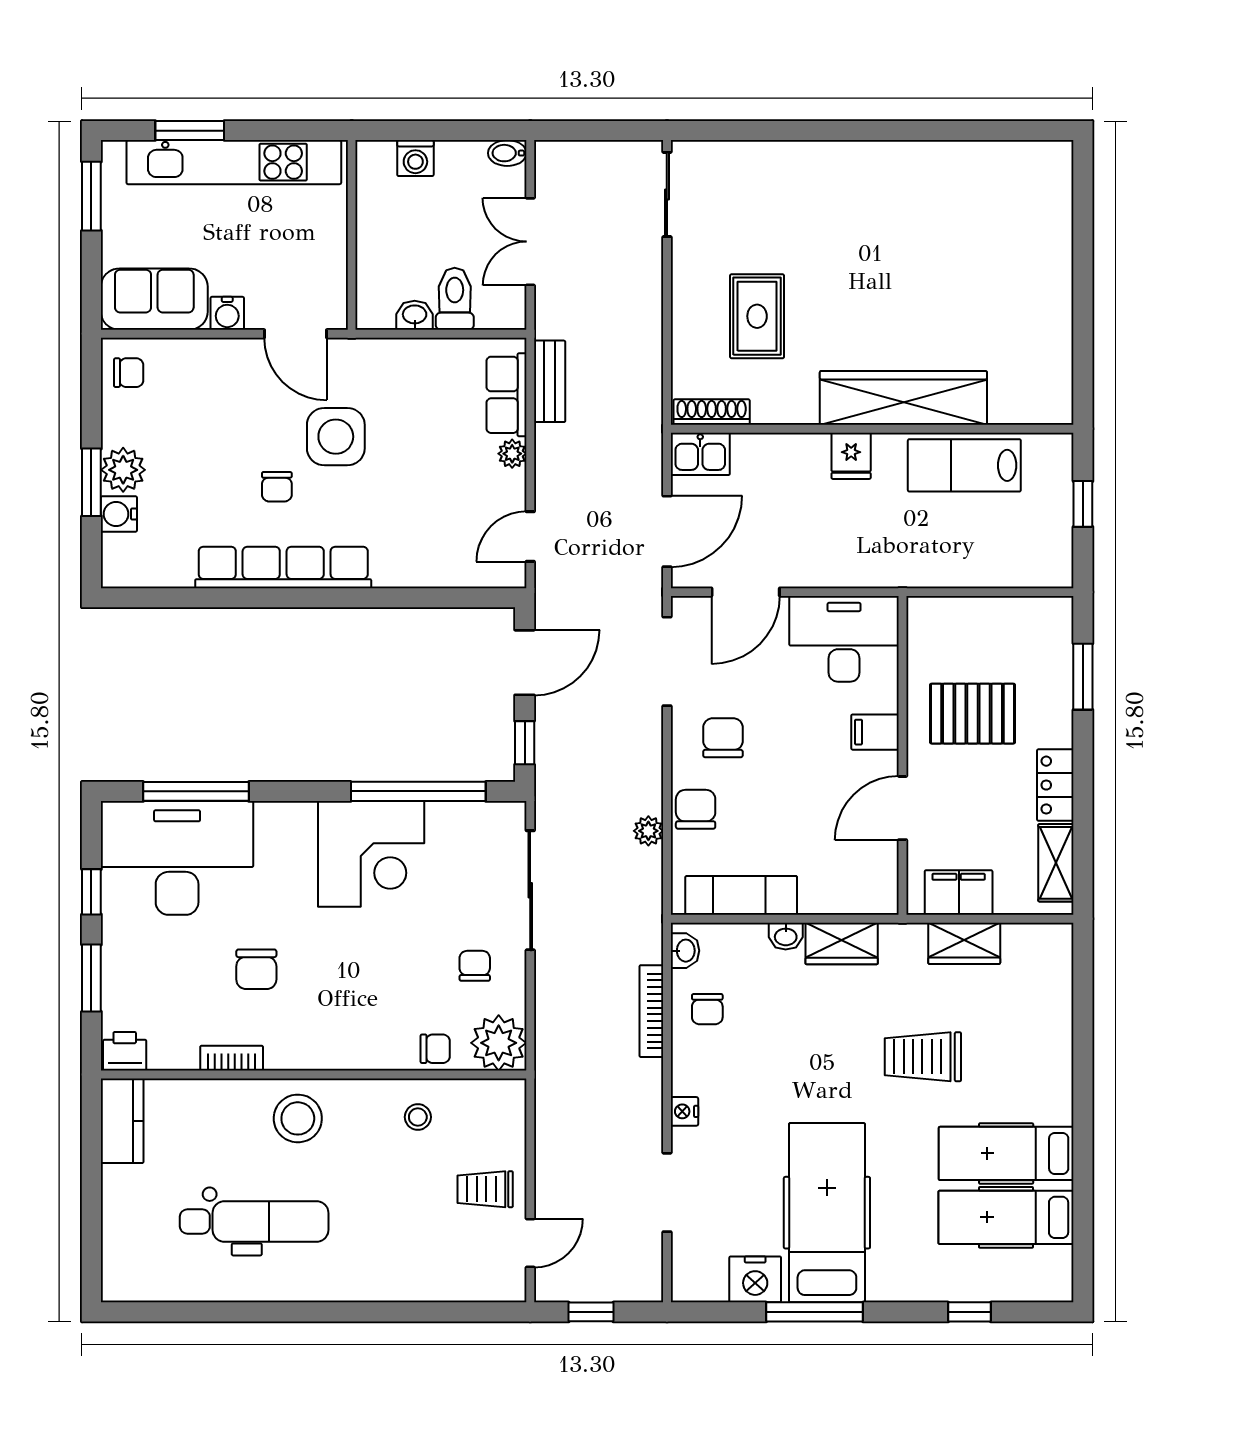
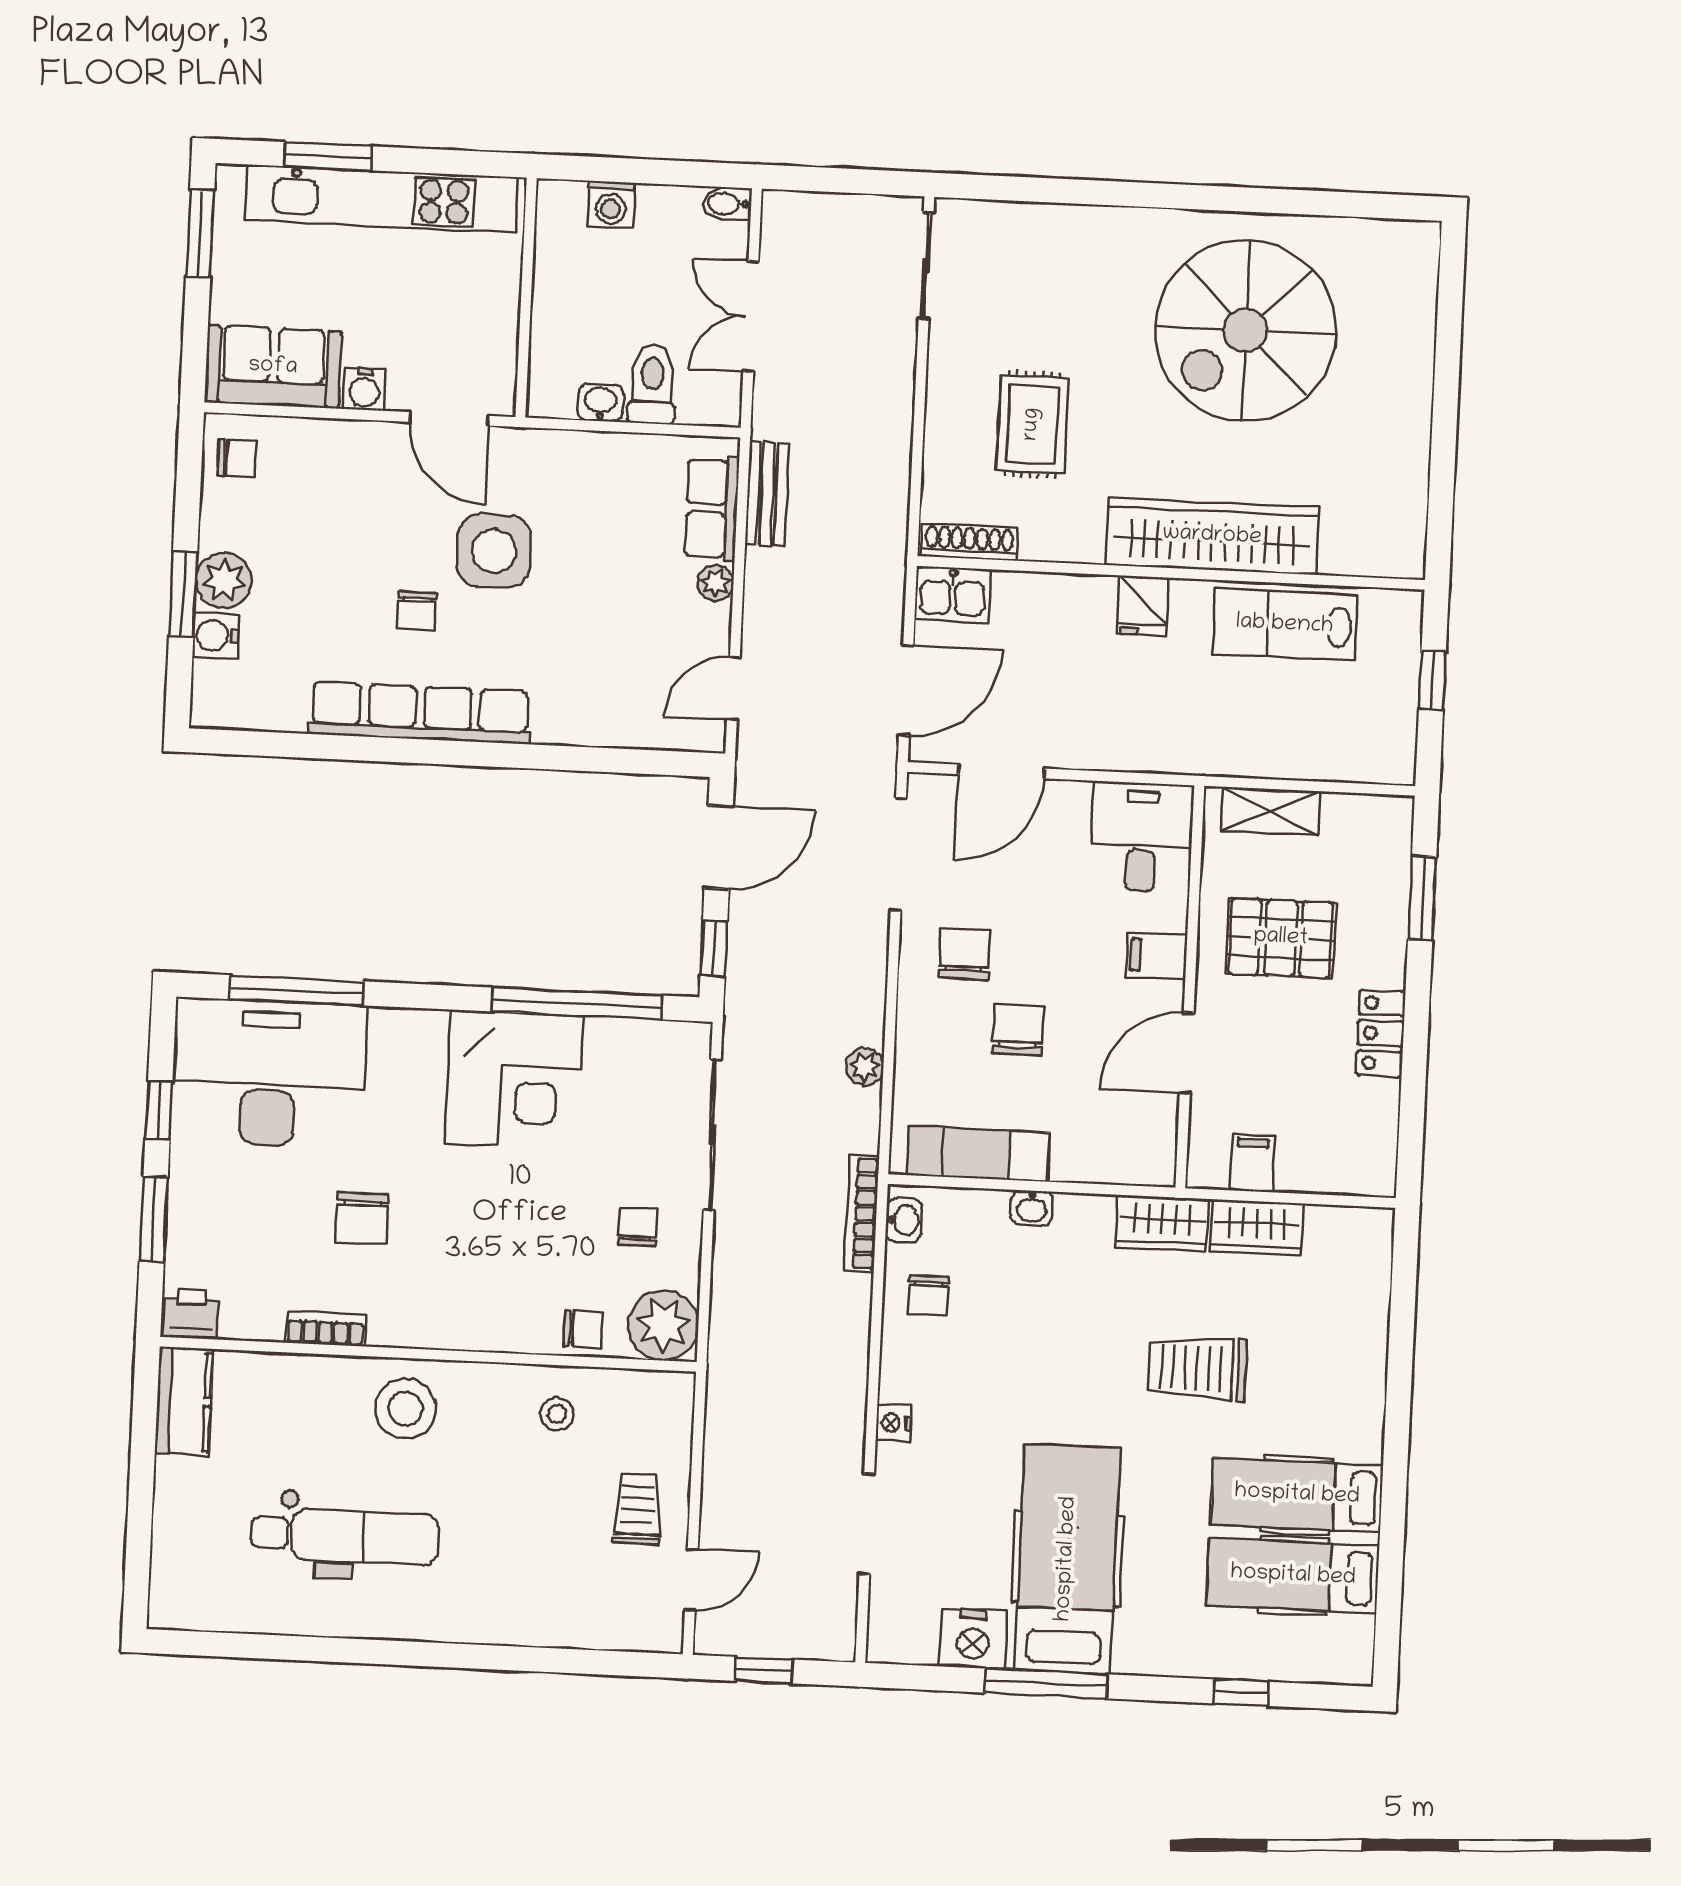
spiral stairs: (922, 234) -> (1246, 330), added
desk: (844, 639) -> (1142, 837), width x0.73
chair: (696, 809) -> (1018, 1030), moved
shelving: (1056, 863) -> (1270, 811), moved, turned 90
filing cabinet: (959, 892) -> (1252, 1163), width x0.50
wardrobe: (842, 943) -> (1162, 1223), moved
bookcase: (651, 1011) -> (862, 1214), moved
trolley: (485, 1189) -> (638, 1509), turned 90

